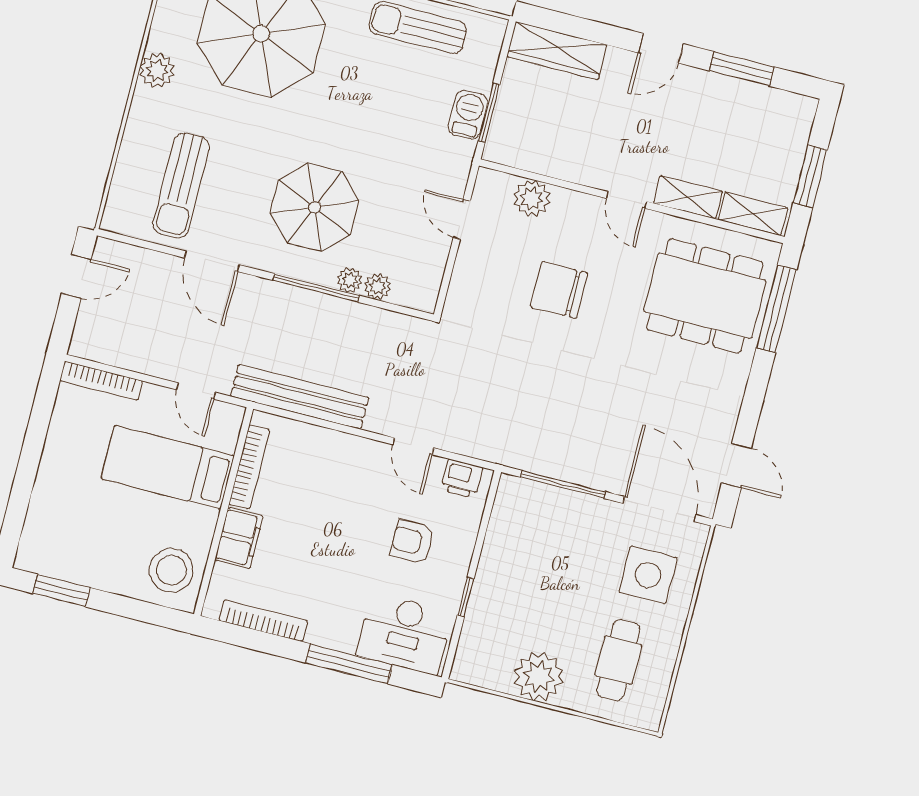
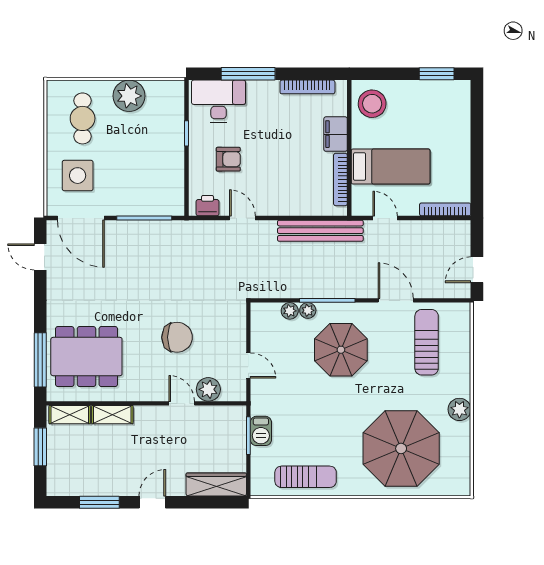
door: (626, 200) -> (182, 403), moved

